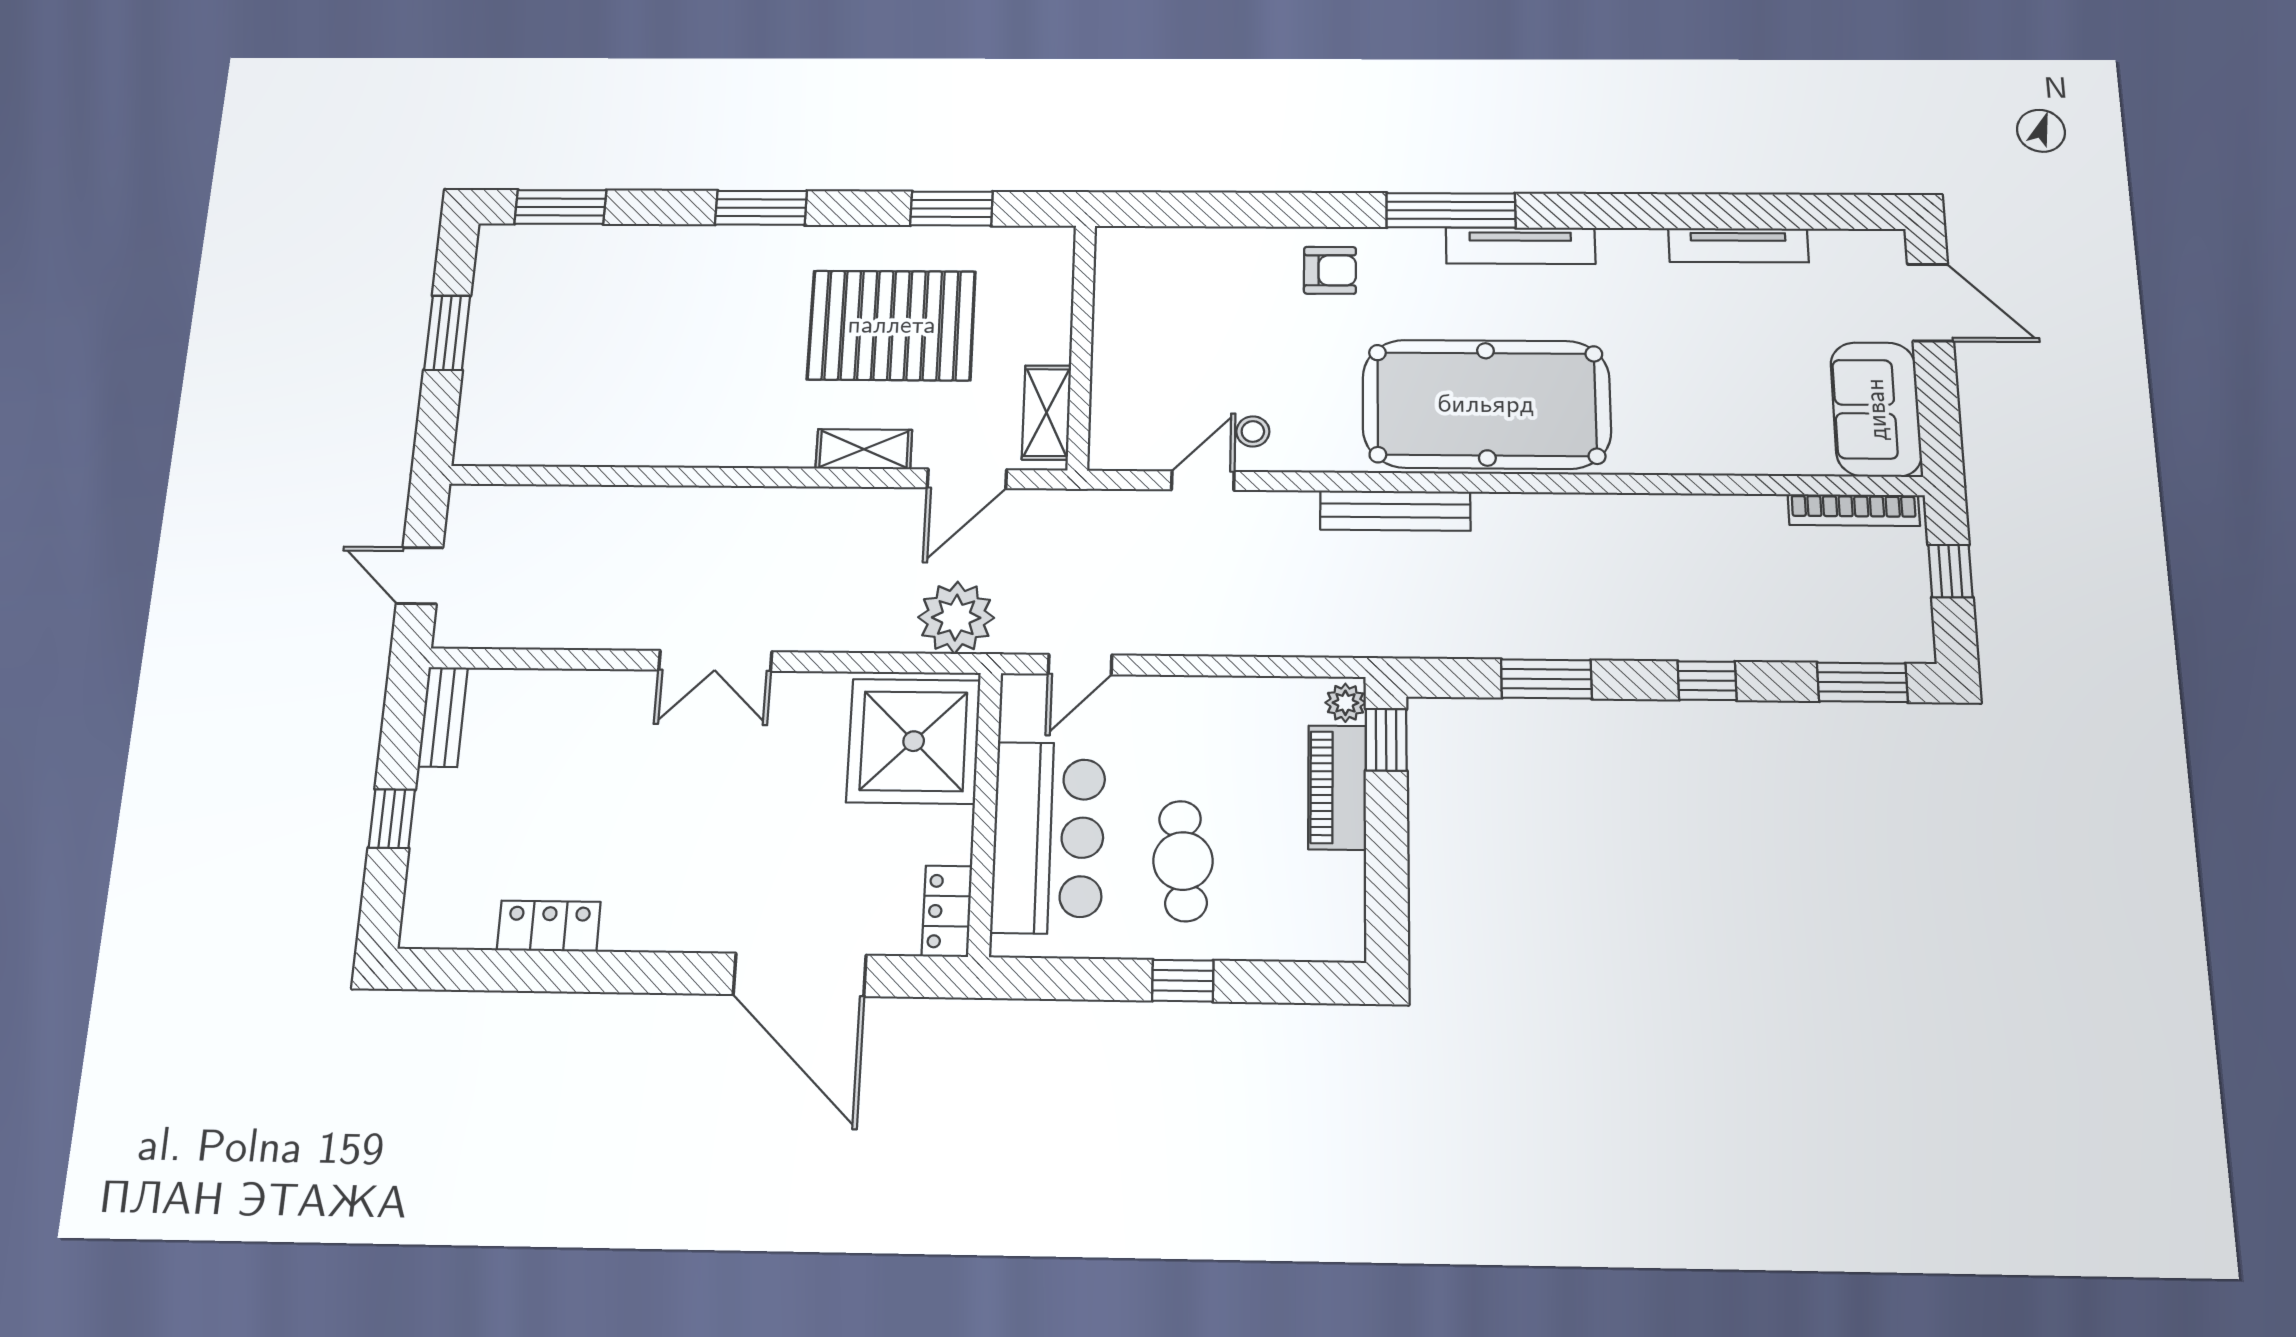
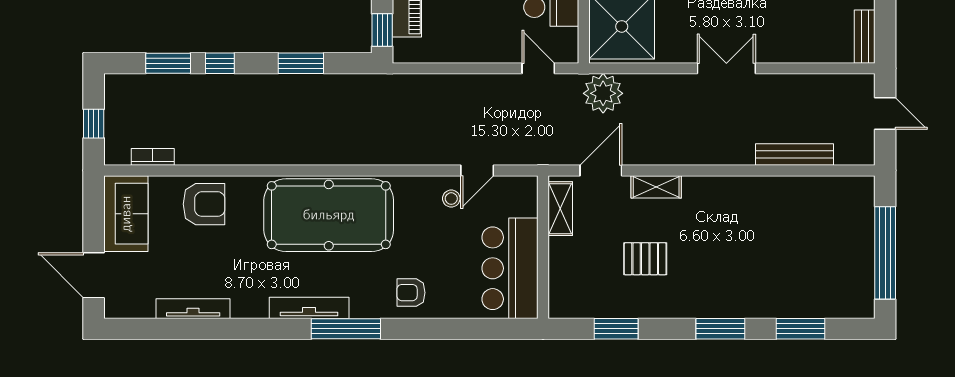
window: (560, 207) -> (800, 329), moved
bar counter: (1144, 311) -> (510, 268), added
pallet: (892, 325) -> (645, 259), width x0.49, depth x0.50
window: (447, 333) -> (885, 253), width x2.11
armchair: (1726, 425) -> (204, 204), added
bookcase: (1854, 510) -> (153, 157), width x0.64
bench: (1395, 511) -> (794, 154), moved
door: (1080, 665) -> (538, 68), hinge flipped
window: (1862, 682) -> (168, 63), moved
plant: (1345, 703) -> (403, 49), removed

